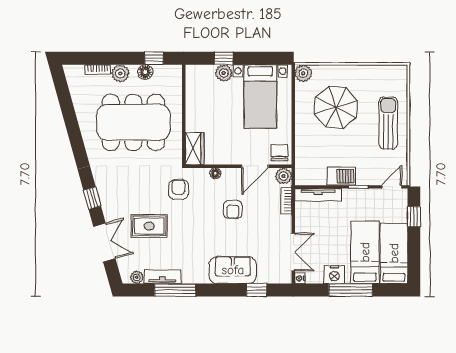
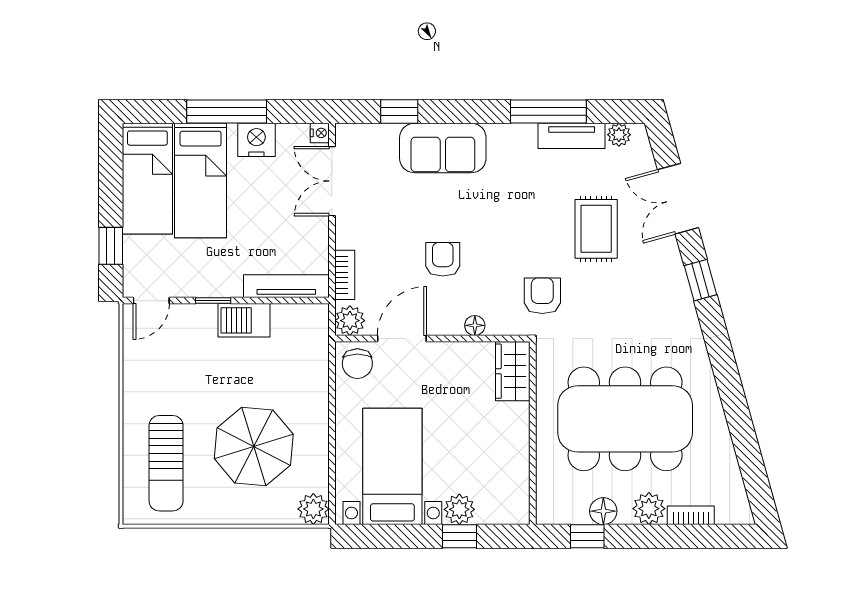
sun lounger: (388, 123) -> (166, 463), moved
armchair: (178, 190) -> (542, 296), turned 180
rug: (149, 226) -> (596, 229), turned 90

